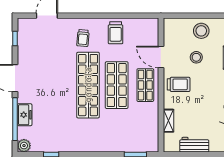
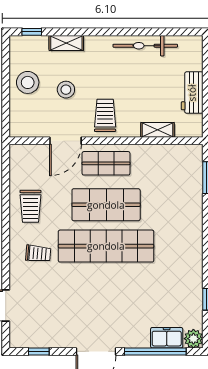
trolley: (116, 33) -> (30, 206), turned 90
freezer: (25, 115) -> (167, 338), moved

